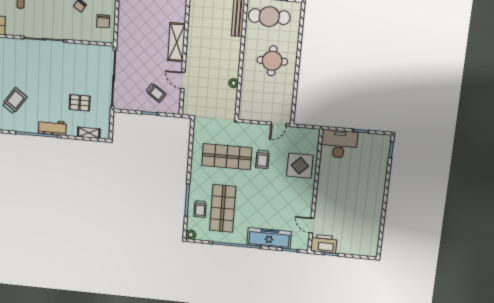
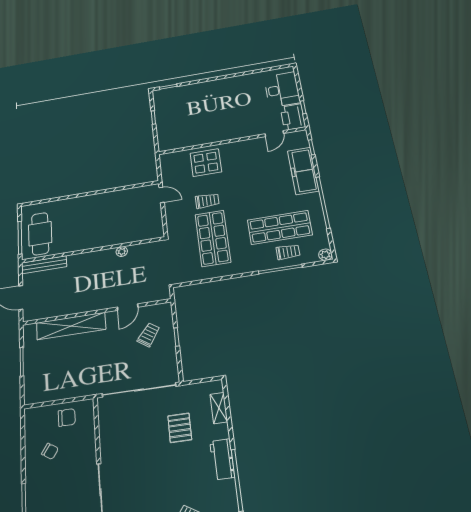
shelving: (177, 42) -> (71, 326), width x1.47
round table: (272, 61) -> (89, 219), removed
desk: (339, 144) -> (282, 90), moved, turned 180

